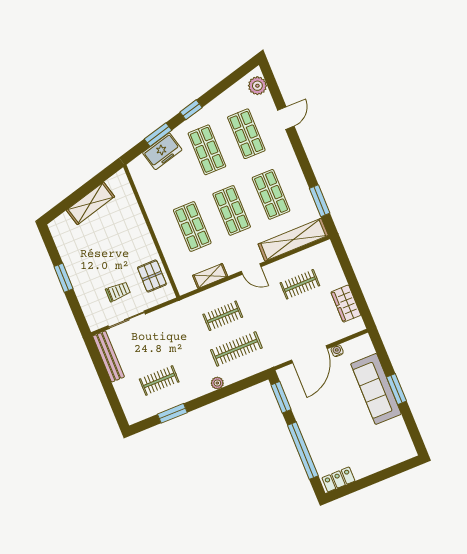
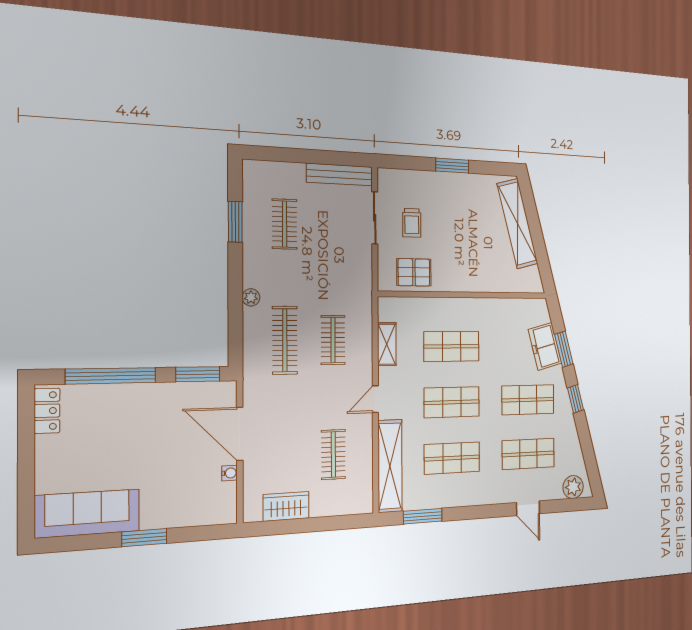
shelving: (90, 203) -> (517, 224), width x1.47
sofa: (376, 389) -> (87, 513), moved

